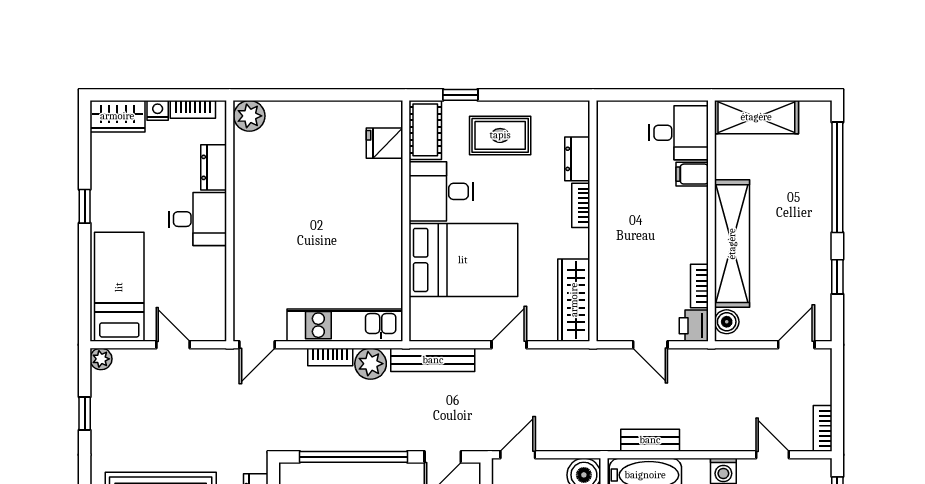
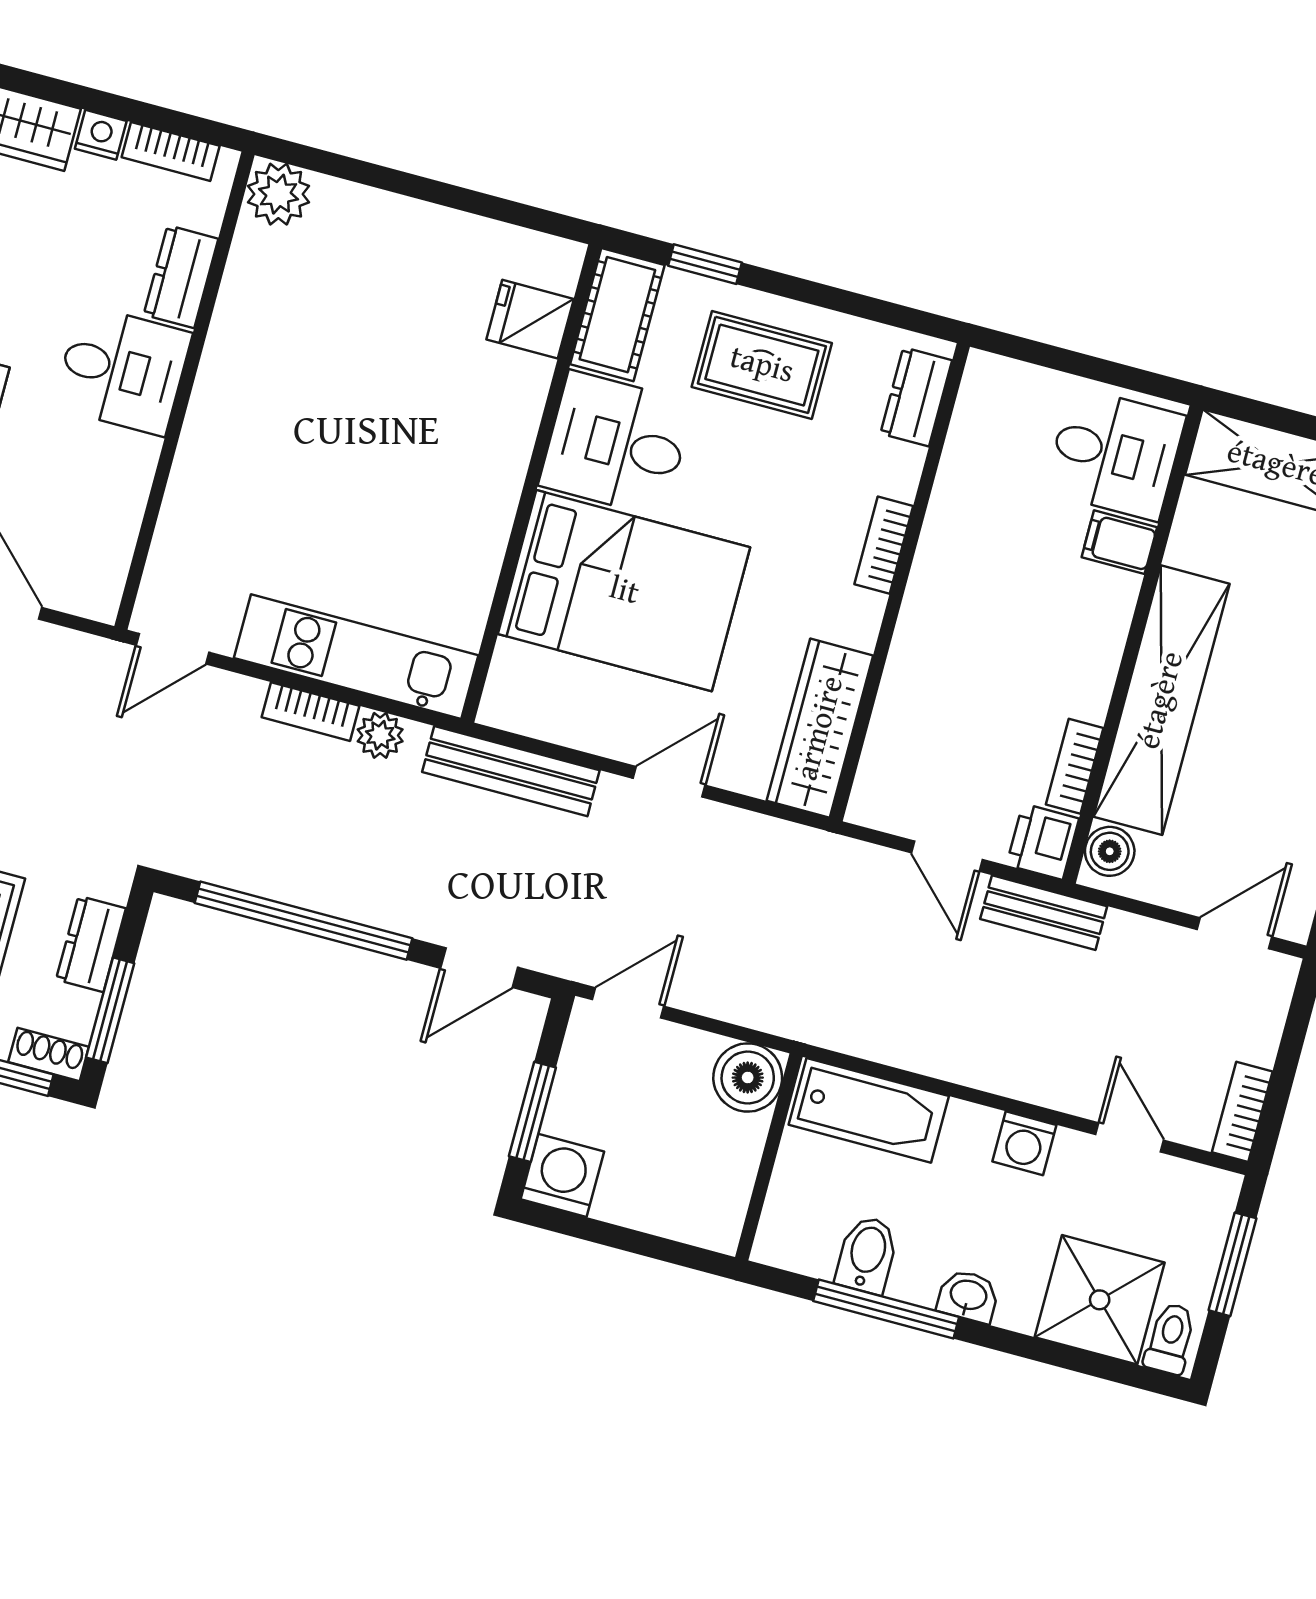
dresser: (577, 159) -> (916, 397), moved
plant: (371, 364) -> (380, 735), width x0.73, depth x0.73
bench: (650, 440) -> (1044, 913), moved

